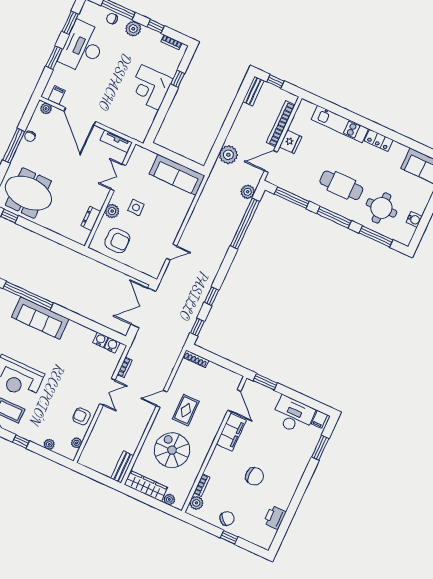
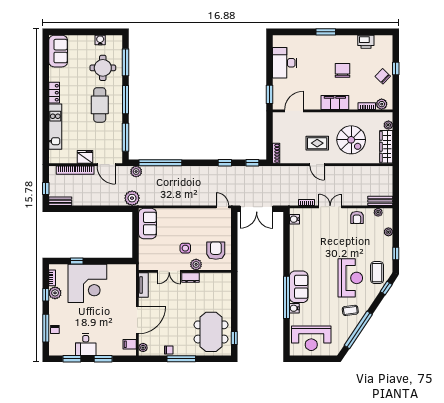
plant: (133, 29) -> (55, 293), moved
desk: (83, 47) -> (86, 345), width x0.53, depth x0.77
corner desk: (150, 87) -> (87, 283), width x1.36, depth x1.36
plant: (228, 155) -> (132, 198), moved
sofa: (177, 175) -> (148, 224), width x0.73
dresser: (91, 219) -> (191, 277), moved
door: (172, 252) -> (222, 207), moved
sofa: (40, 318) -> (299, 287), width x0.73
water cooler: (100, 340) -> (294, 308), moved
filing cabinet: (319, 419) -> (279, 42), removed
filing cabinet: (231, 432) -> (335, 102), moved
window: (320, 448) -> (326, 32), moved
spiral stairs: (172, 450) -> (351, 140), turned -90
bench: (122, 467) -> (380, 201), moved

